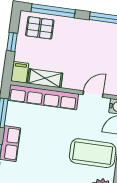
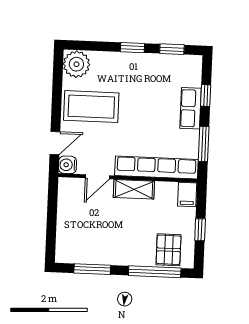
pallet: (40, 28) -> (169, 250), turned 90
shelving: (45, 78) -> (134, 189), moved

